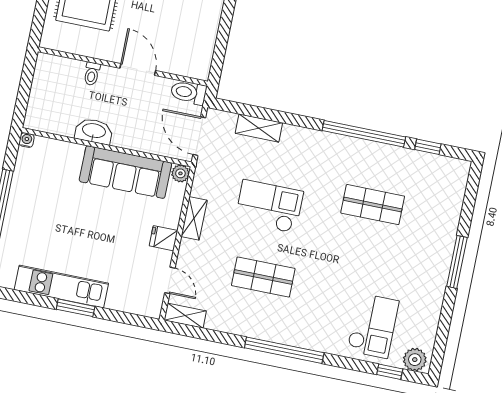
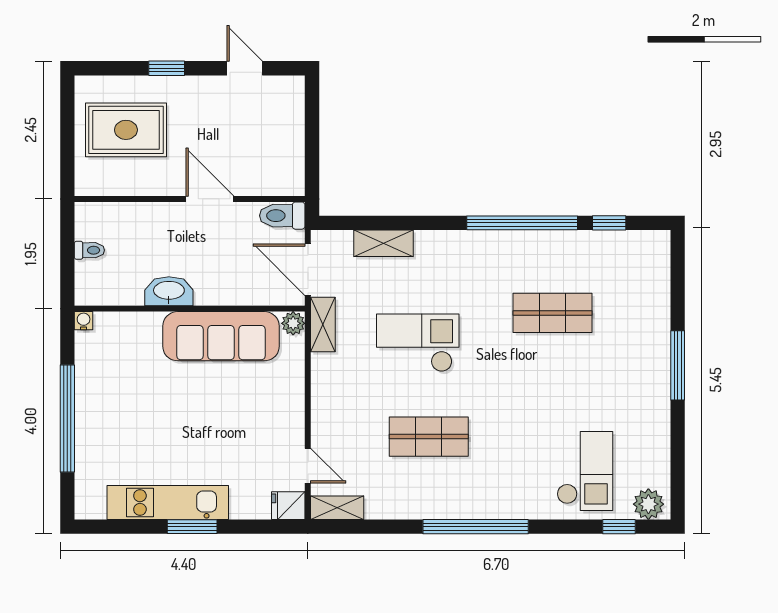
toilet: (92, 74) -> (89, 250), moved, turned -90
shelving: (194, 218) -> (323, 325), moved
fridge: (163, 238) -> (288, 506), moved

